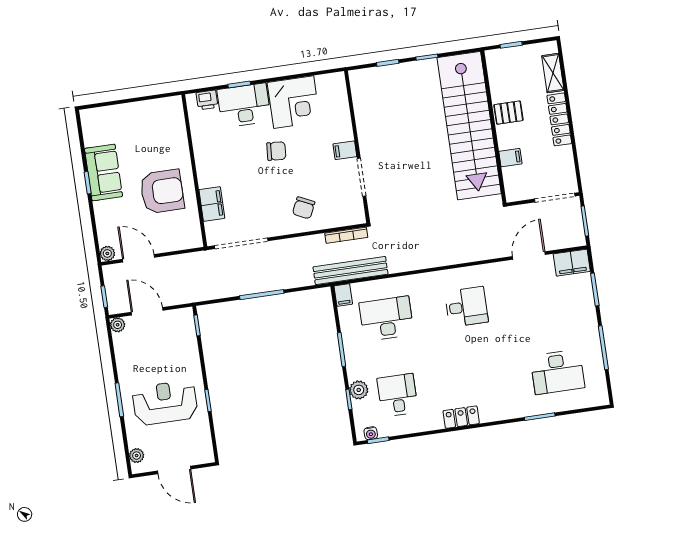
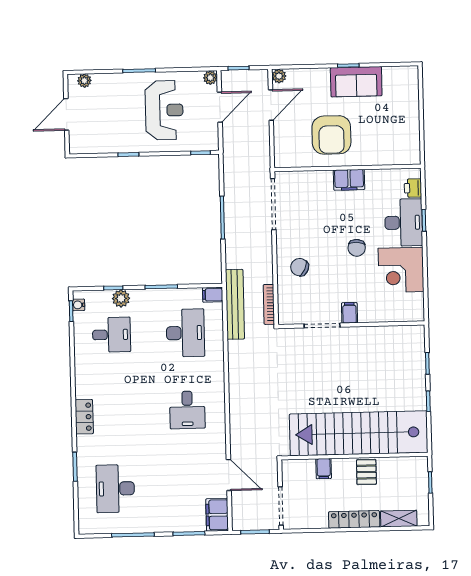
filing cabinet: (212, 204) -> (349, 180), moved
reception desk: (165, 403) -> (164, 110), moved
locker: (461, 417) -> (84, 417), moved

